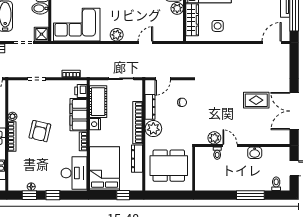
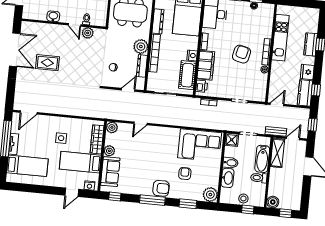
side table: (218, 26) -> (61, 138), moved
plant: (117, 35) -> (112, 127), moved

